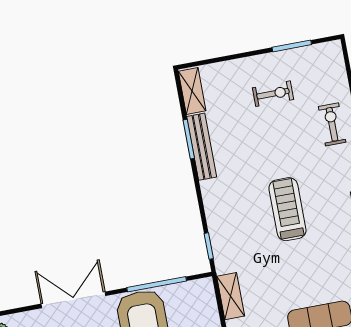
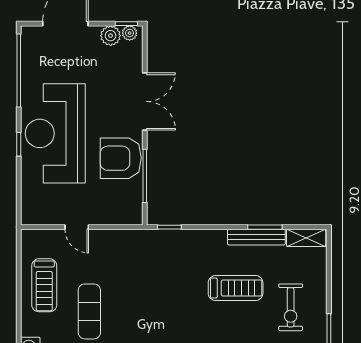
exercise bike: (273, 94) -> (291, 307), width x1.38, depth x1.39
treadmill: (287, 209) -> (236, 288), moved
shelving: (231, 296) -> (122, 238), removed

